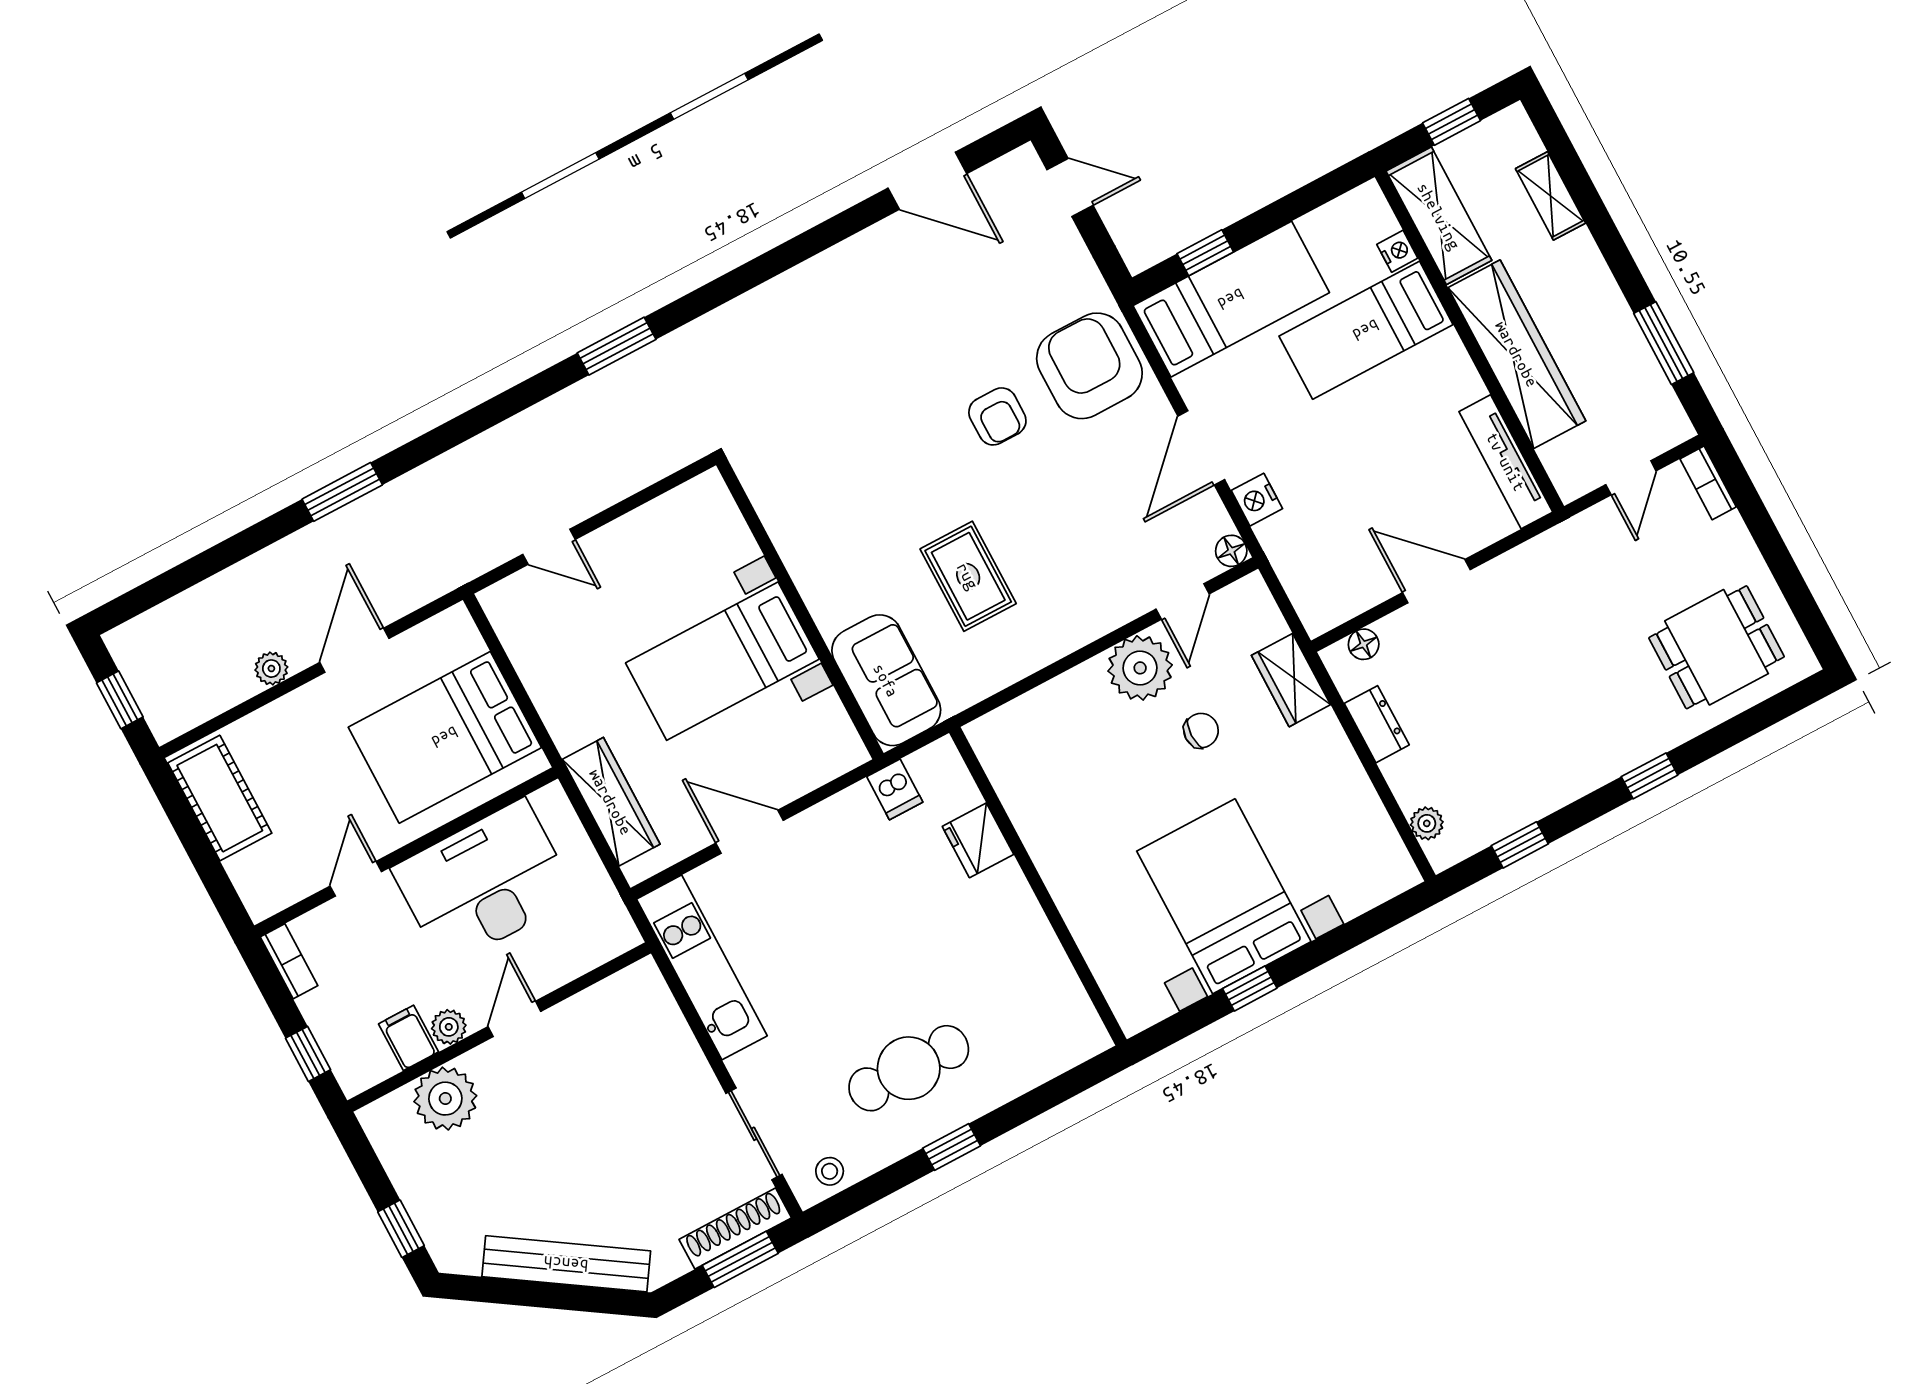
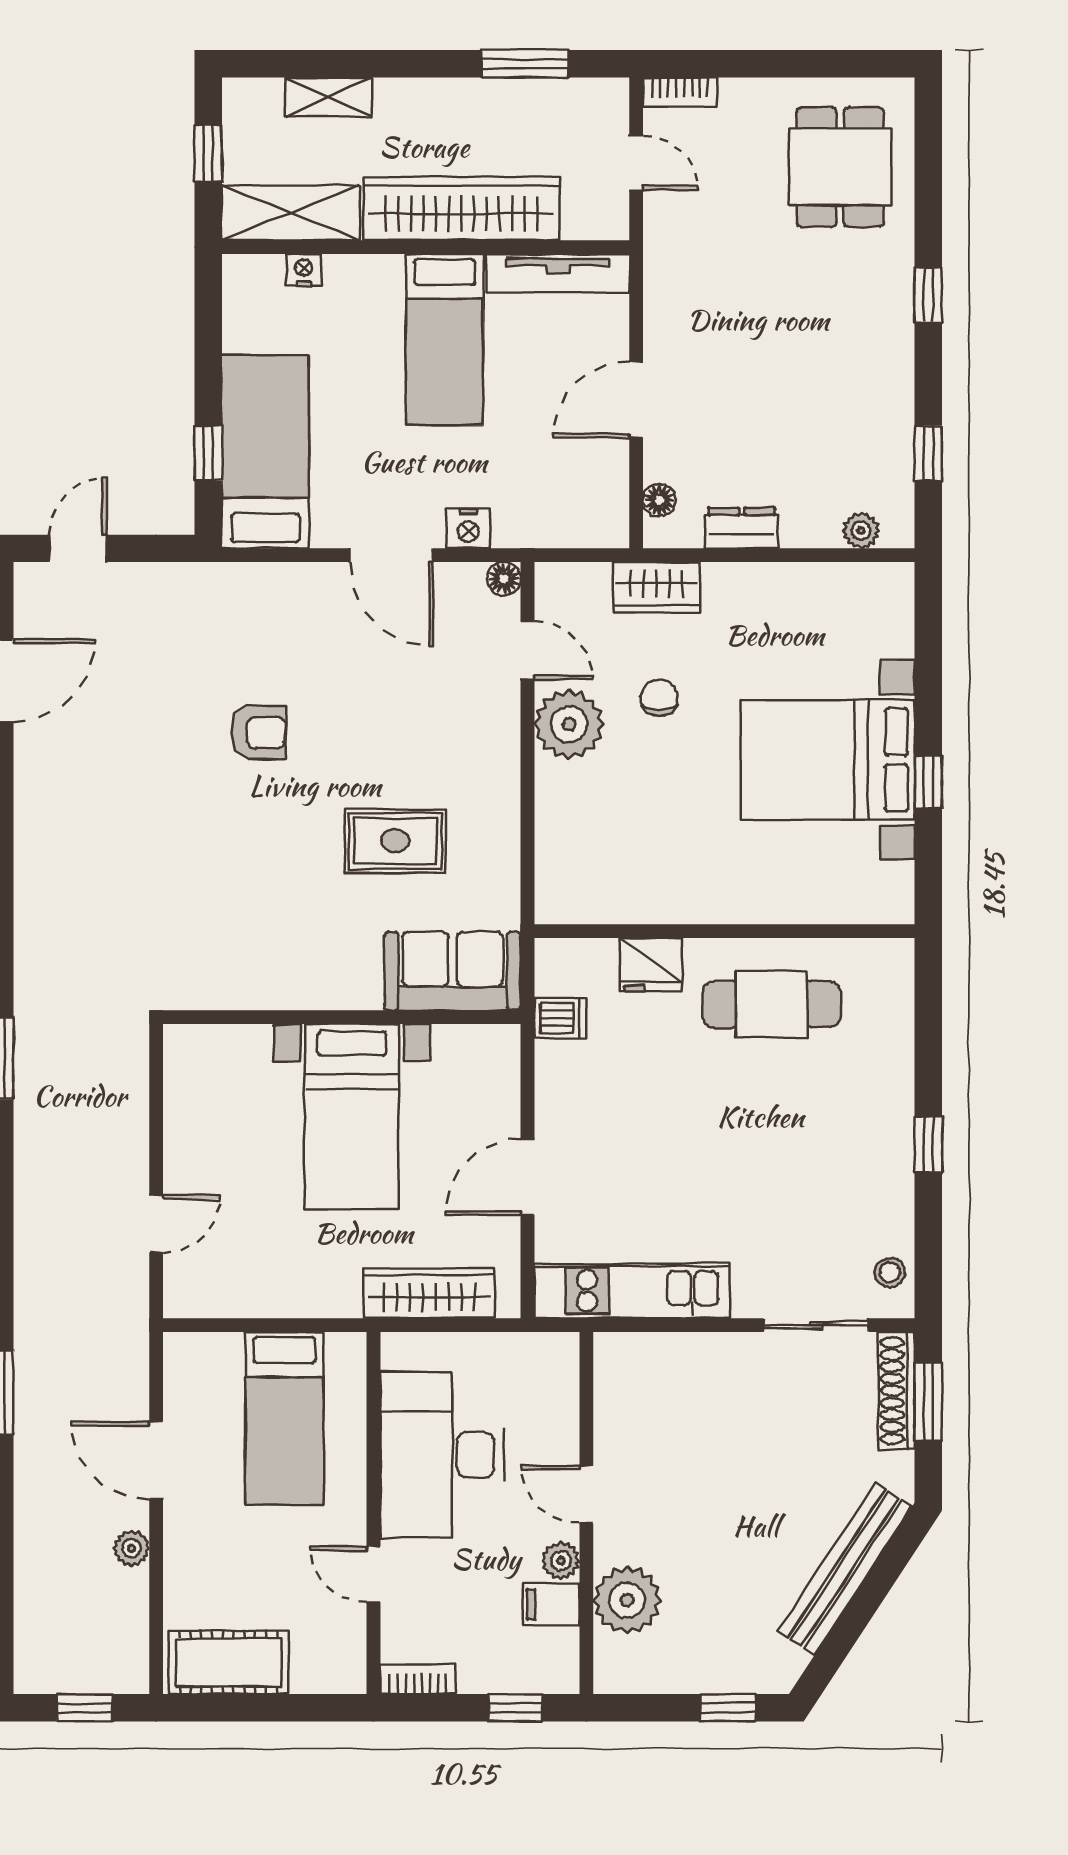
bed: (1366, 330) -> (444, 340), moved
armchair: (1089, 366) -> (257, 620), removed
bed: (445, 737) -> (284, 1419), width x0.67
cafe table: (909, 1068) -> (772, 1004), moved, turned 90

